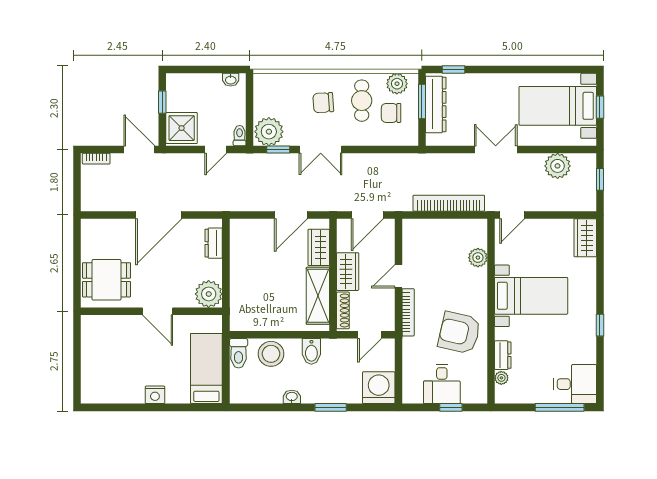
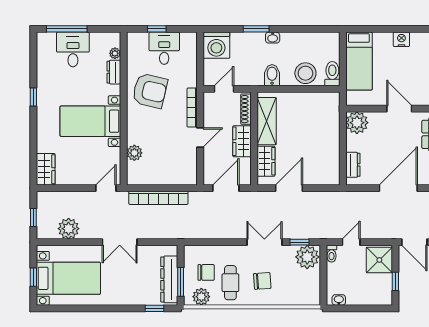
desk: (575, 384) -> (73, 49), moved, turned 90
washbasin: (292, 397) -> (273, 38), moved

